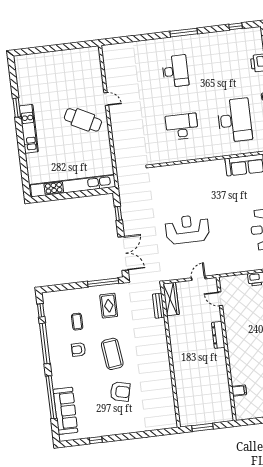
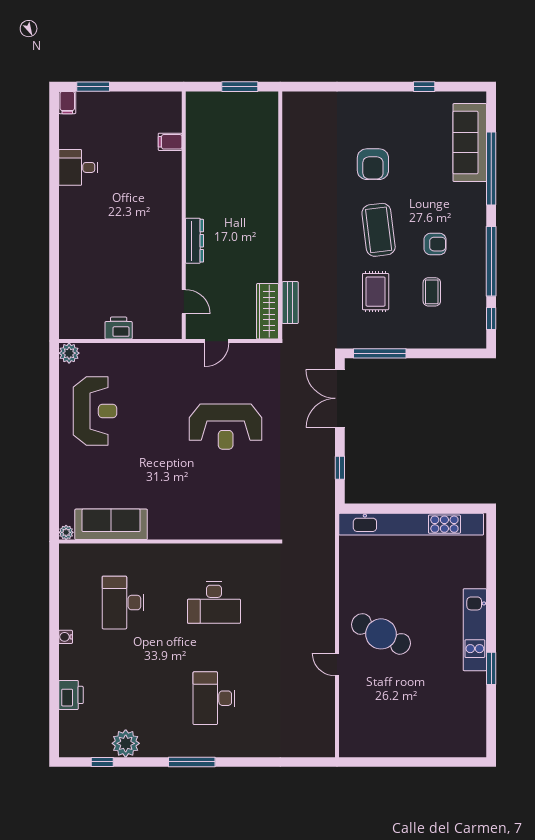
plant: (223, 39) -> (126, 743), added
desk: (235, 120) -> (123, 603), width x0.73, depth x0.77
rug: (109, 306) -> (376, 292), moved
armchair: (120, 392) -> (373, 164), turned -103

